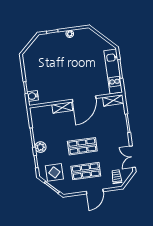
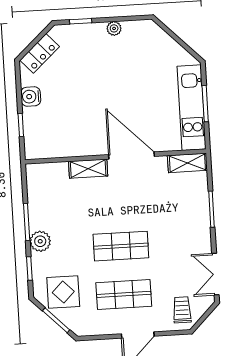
locker: (32, 50) -> (40, 53), added
water cooler: (33, 96) -> (31, 97), moved
door: (84, 99) -> (131, 156), swing flipped

